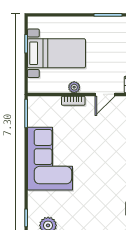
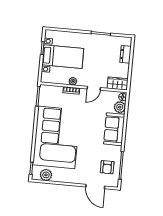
corner sofa: (50, 159) -> (56, 137), width x1.36, depth x1.36

